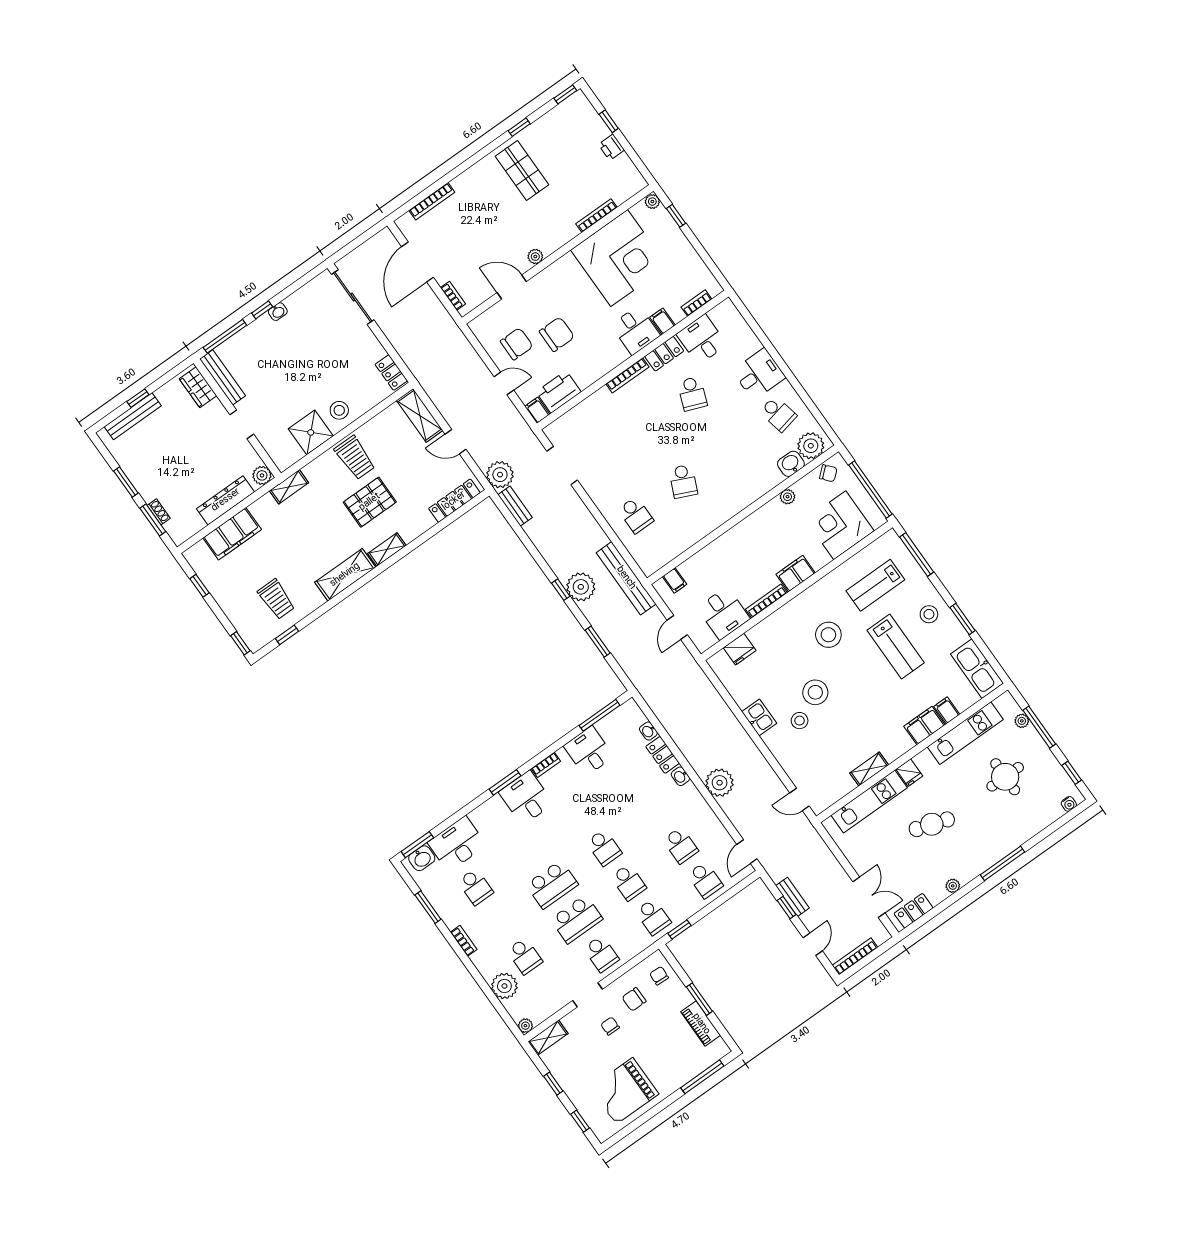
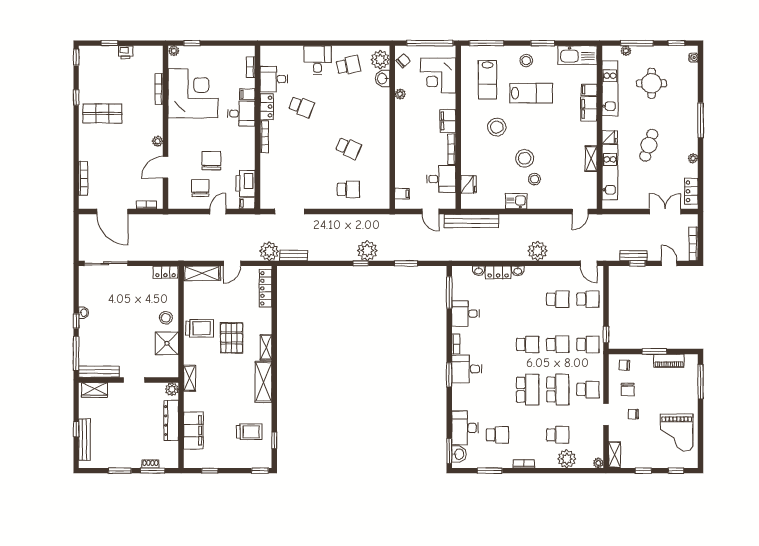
bench: (626, 578) -> (471, 221), moved

